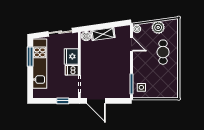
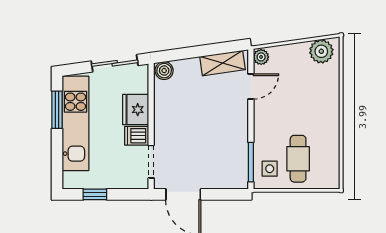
plant: (158, 27) -> (321, 51), moved
shelving: (103, 34) -> (223, 63), moved
door: (132, 44) -> (251, 87), hinge flipped
cafe table: (163, 52) -> (298, 159), moved
window: (63, 101) -> (95, 194), moved

